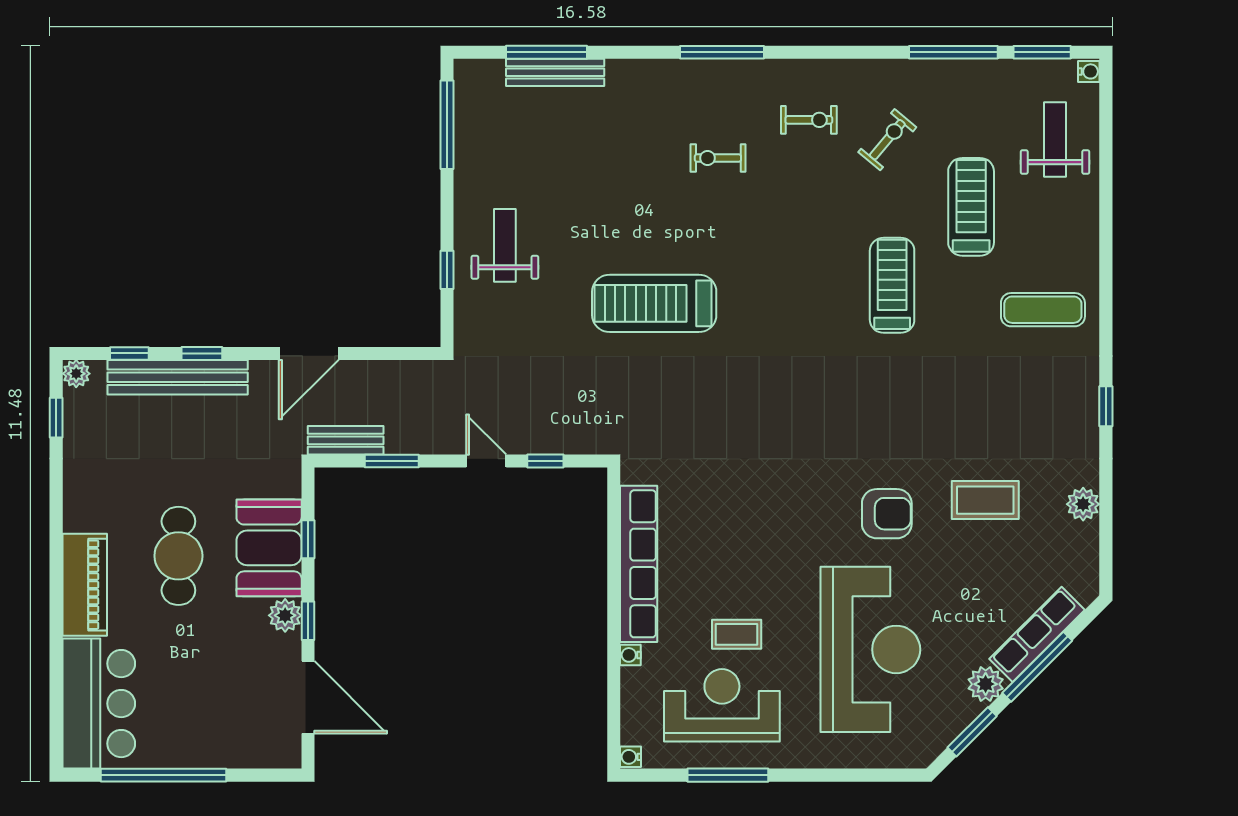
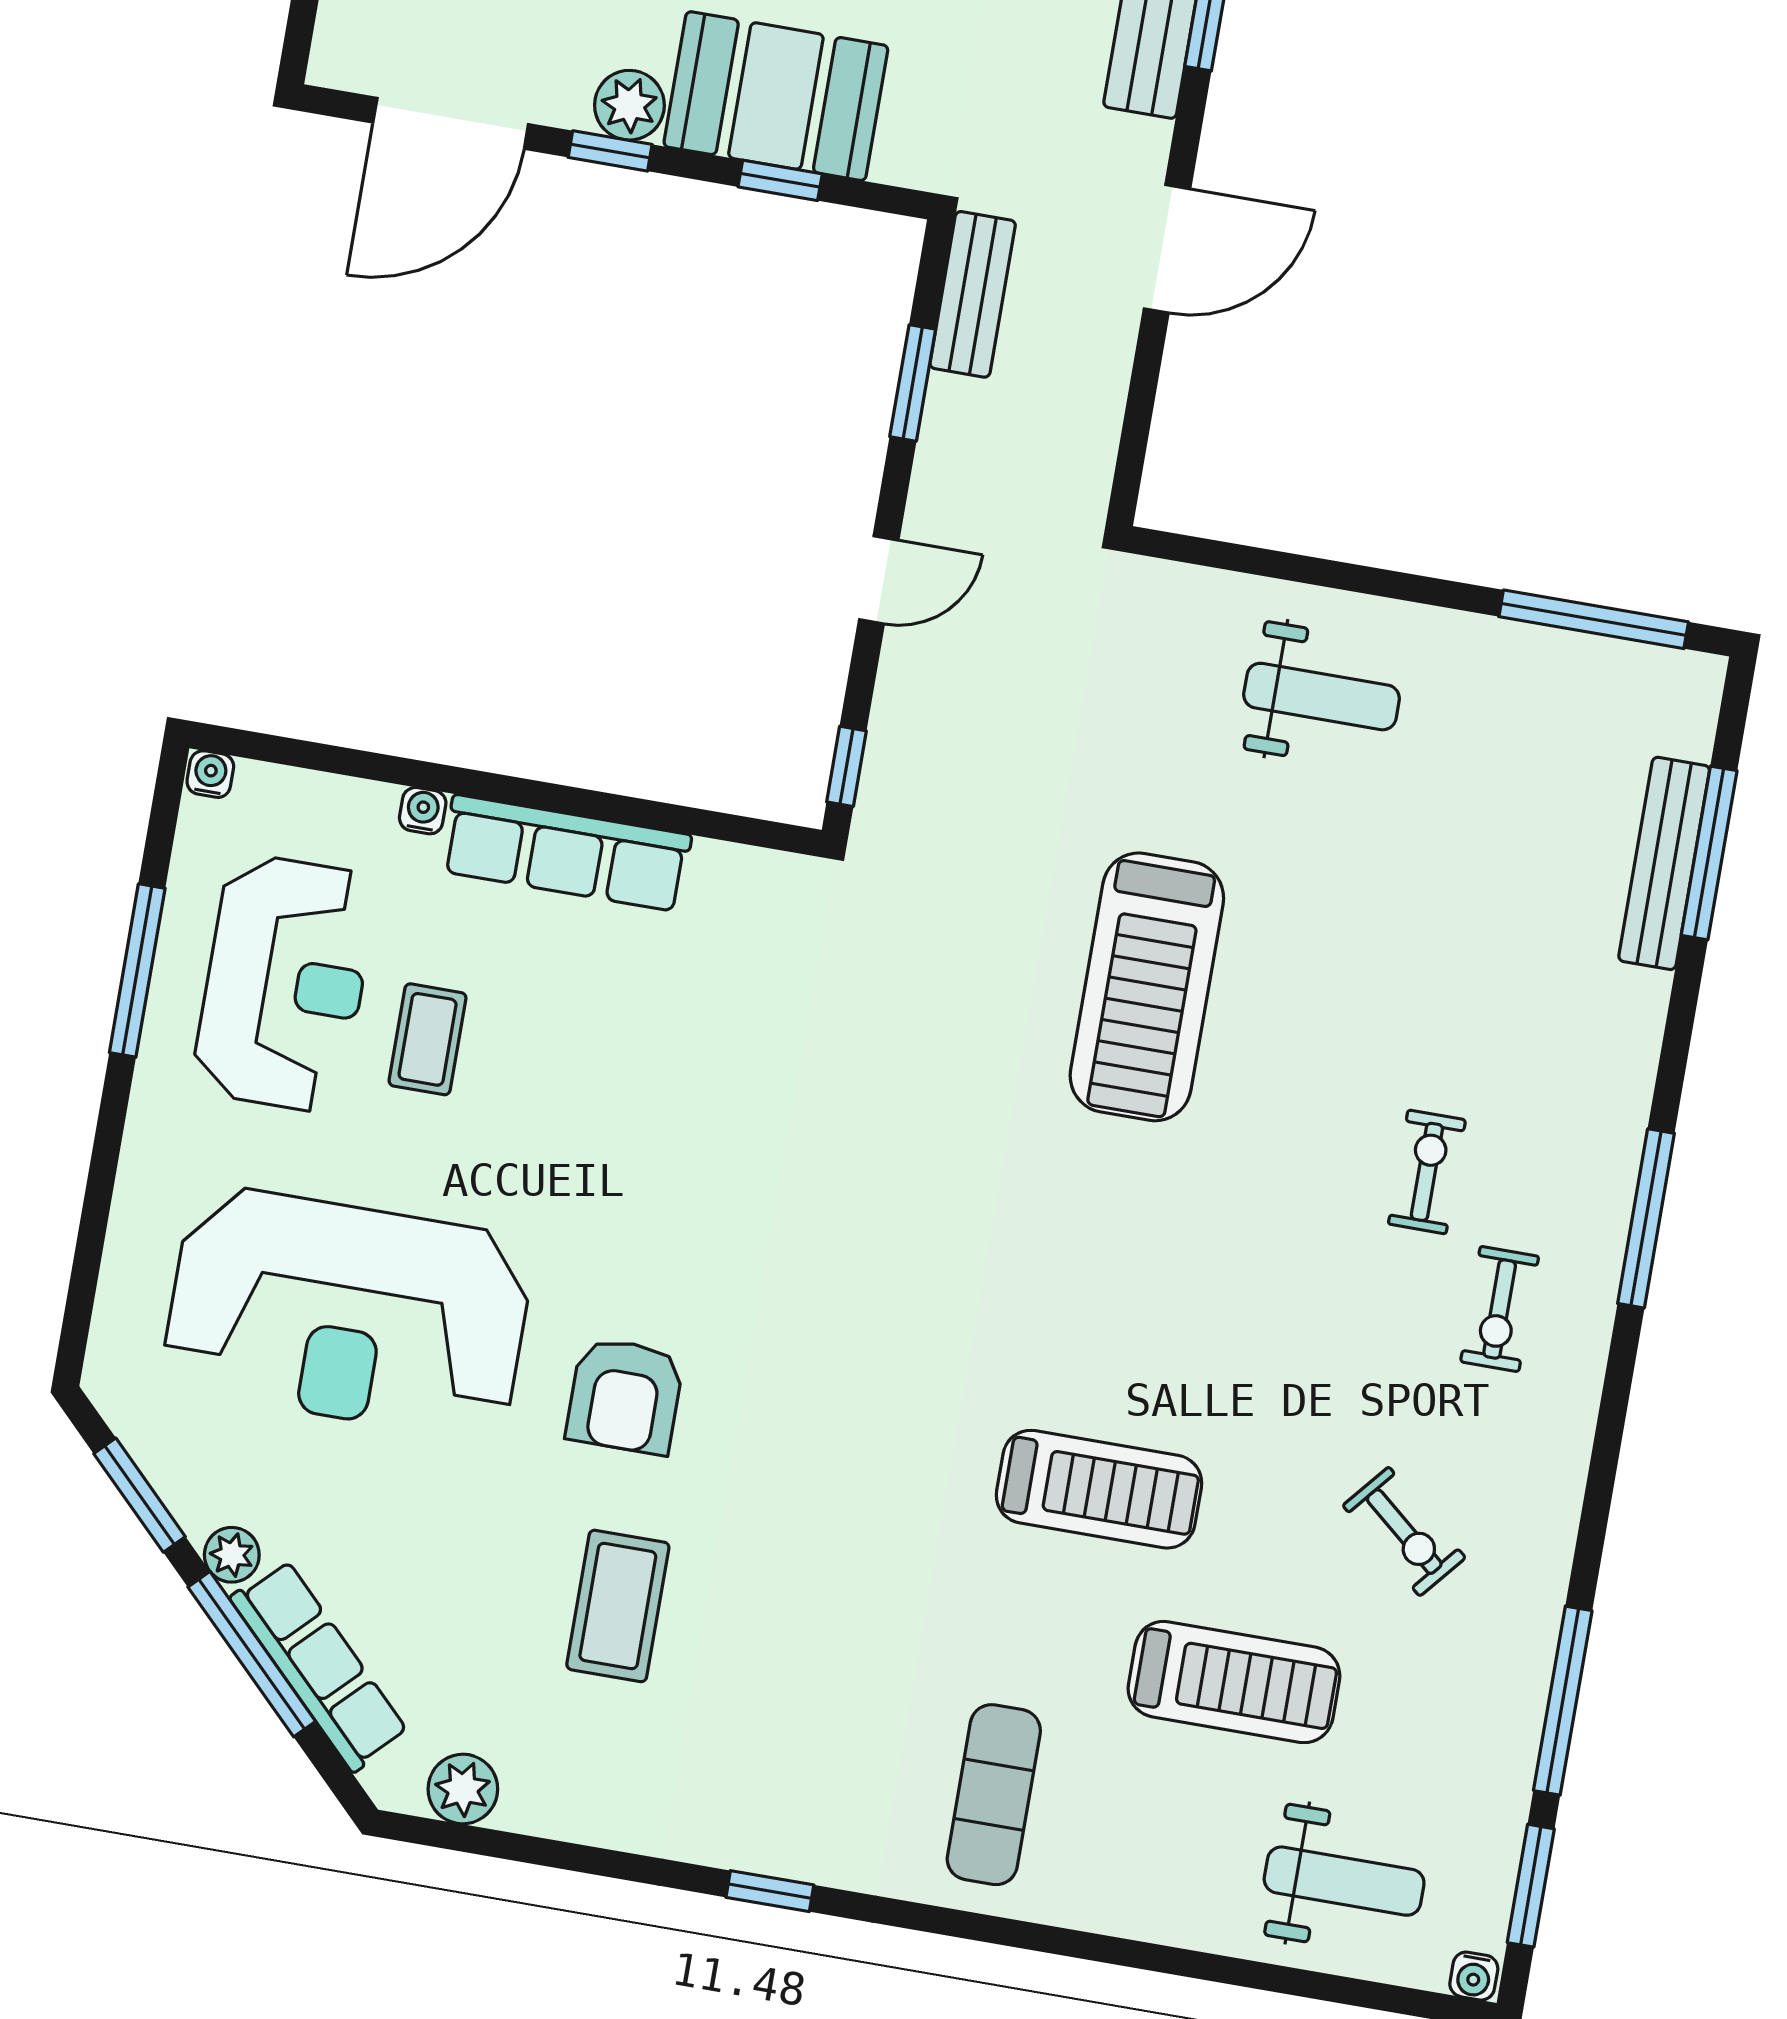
exercise bike: (809, 120) -> (1500, 1309), moved
window: (447, 270) -> (1291, 567), removed
treadmill: (654, 303) -> (1147, 987), turned 180
door: (309, 353) -> (1167, 249), swing flipped
window: (545, 461) -> (846, 766), moved
plant: (1083, 504) -> (463, 1789), moved
row of seats: (639, 564) -> (566, 853), width x0.73
plant: (986, 684) -> (232, 1555), width x0.73, depth x0.73

